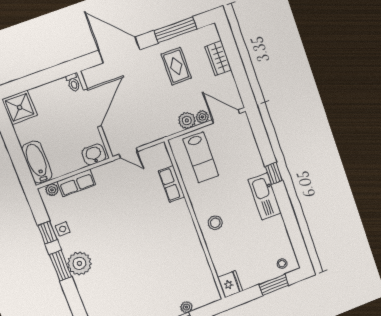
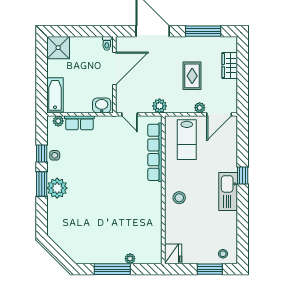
rug: (176, 66) -> (192, 76), moved
door: (226, 117) -> (219, 114), swing flipped
plant: (187, 120) -> (159, 106), moved
row of seats: (172, 184) -> (155, 152), width x2.02

